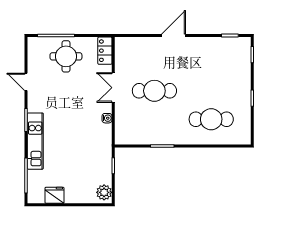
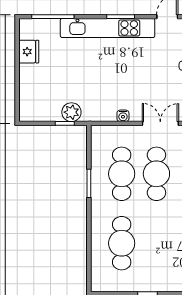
cafe table: (154, 119) -> (122, 174), added
kitchen unit: (35, 141) -> (108, 28), width x1.36
plant: (104, 192) -> (71, 112), moved

